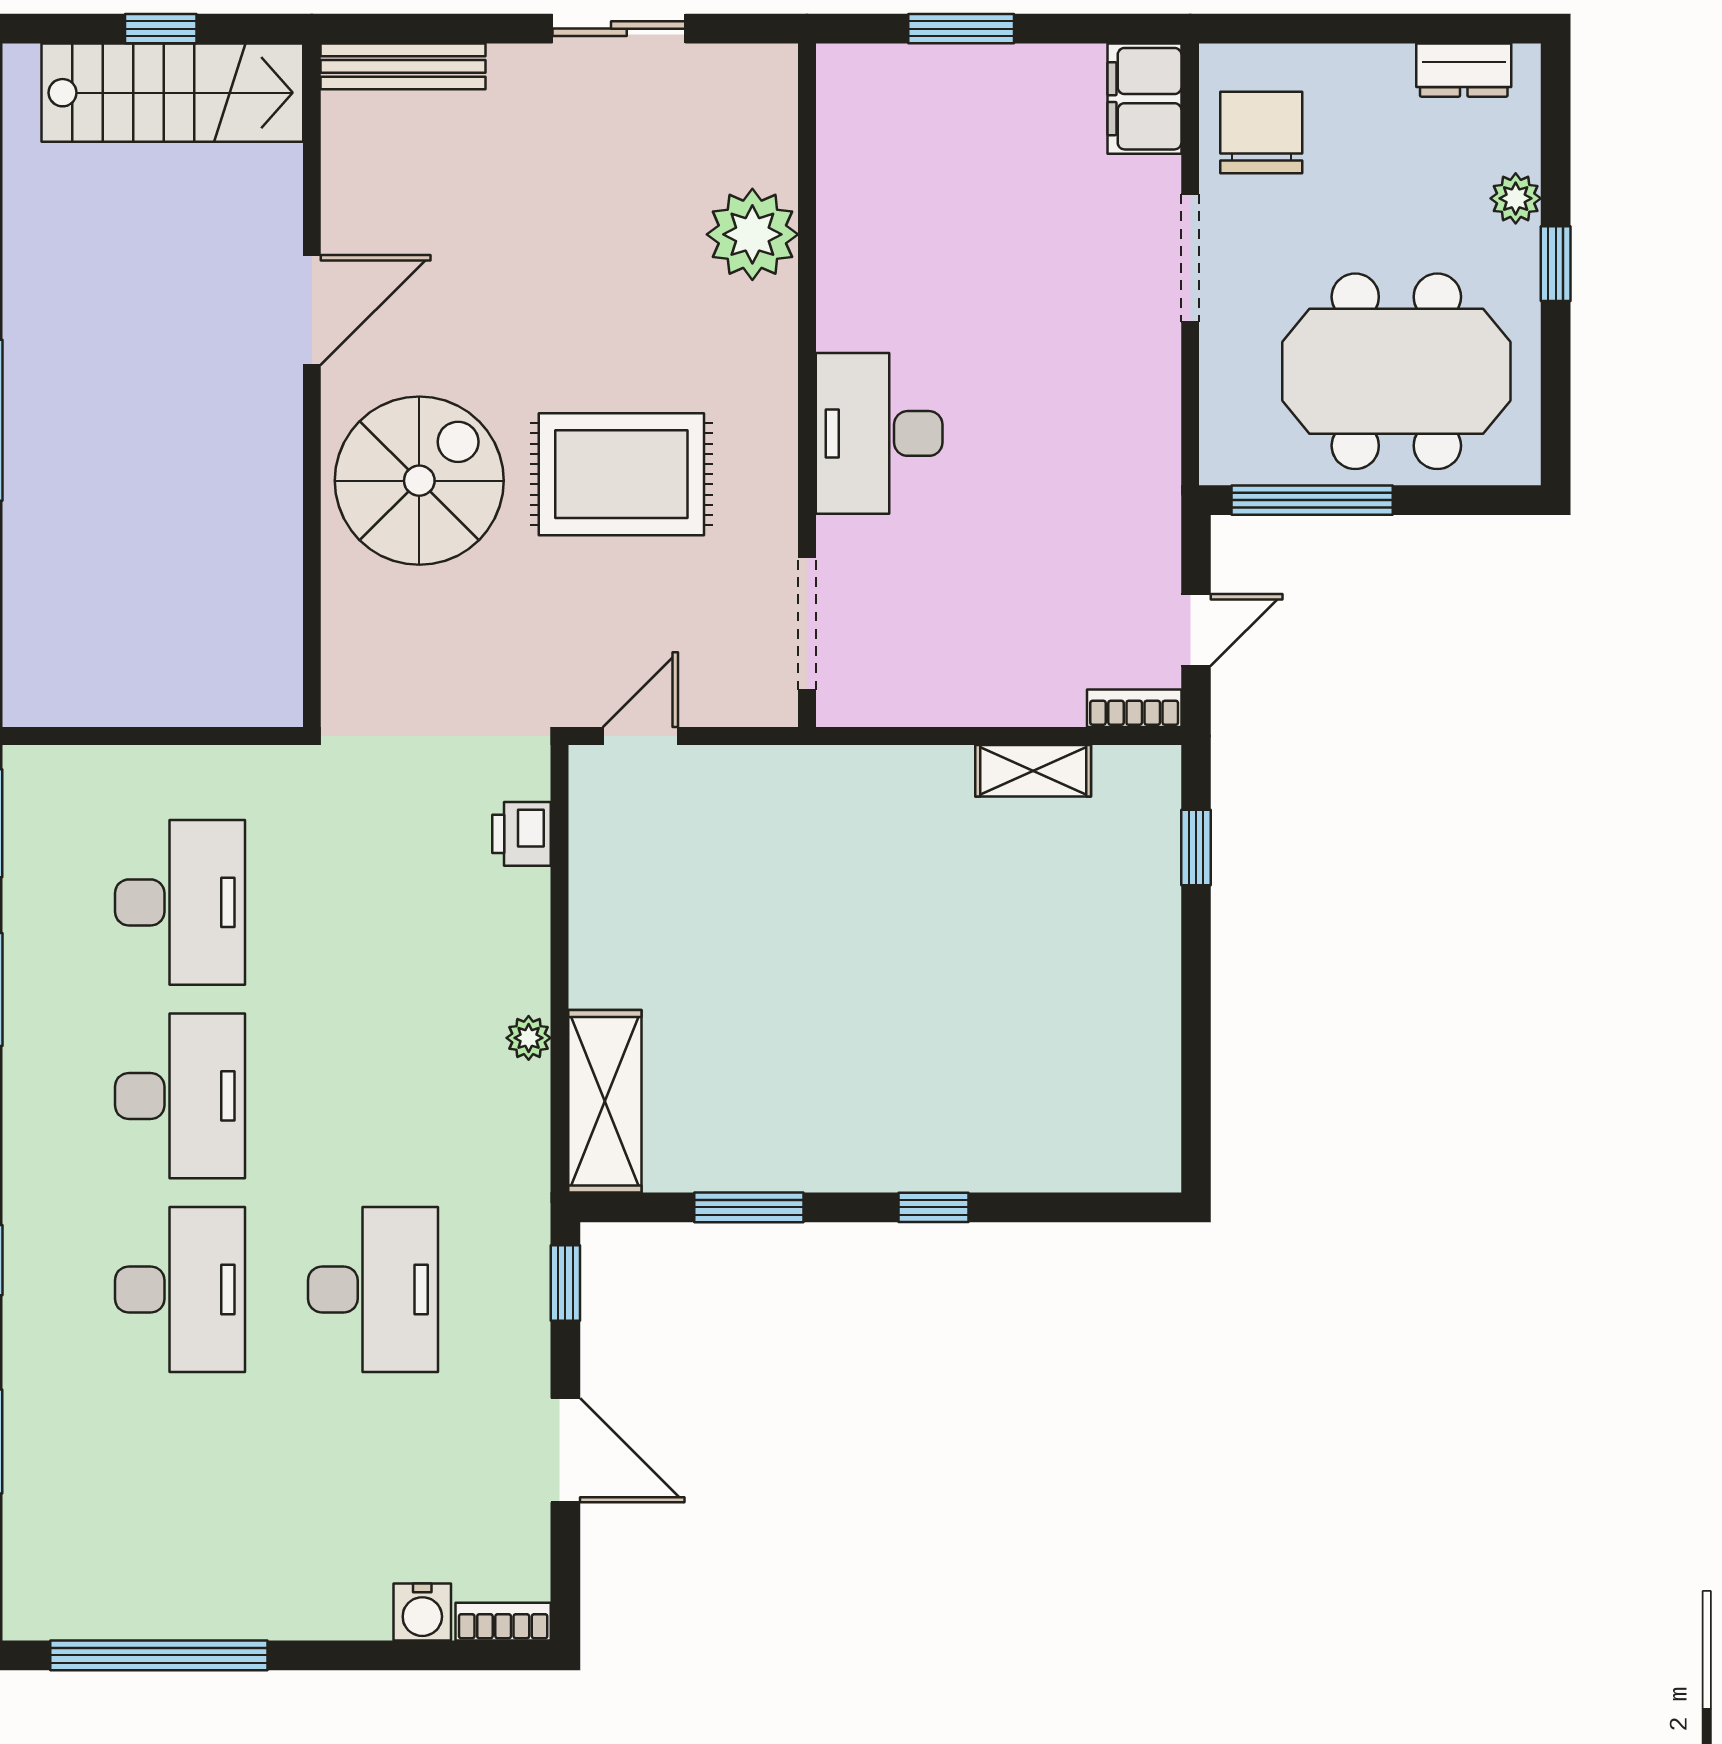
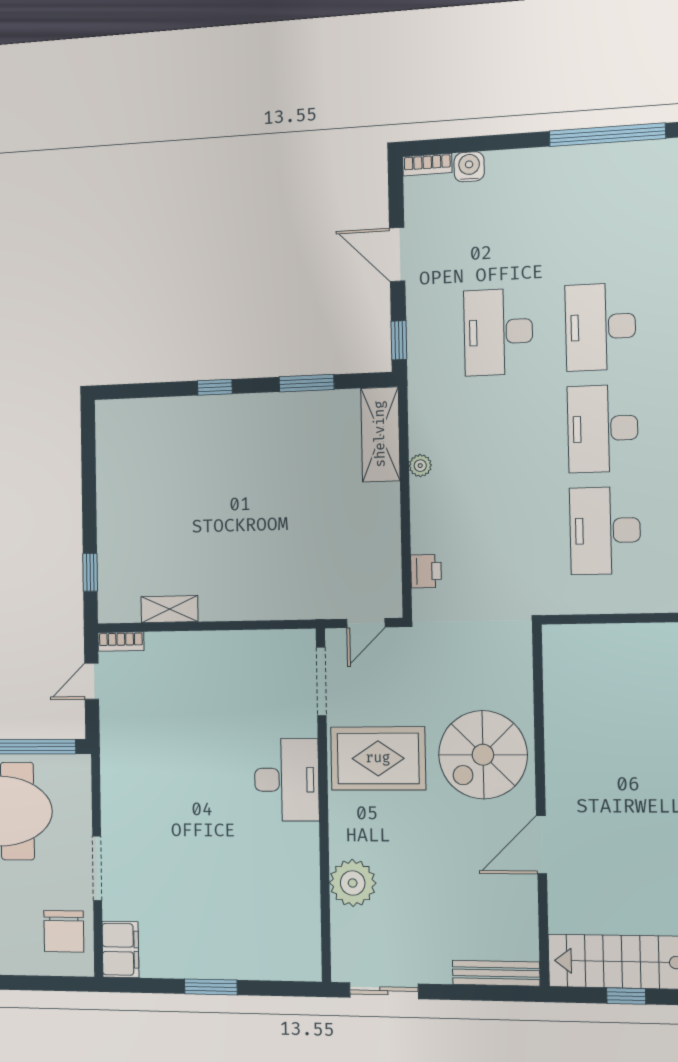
plant: (752, 234) -> (353, 883), moved
wall: (807, 385) -> (323, 805), moved
desk: (879, 433) -> (287, 780), moved
doorway: (807, 624) -> (321, 682), moved

